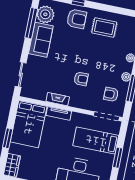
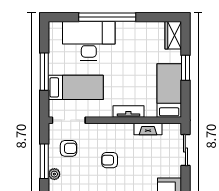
fireplace: (58, 99) -> (148, 129), moved
bed: (29, 124) -> (169, 91), width x0.67
window: (118, 158) -> (44, 72), width x1.44

